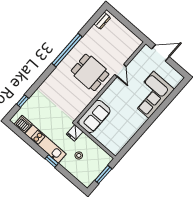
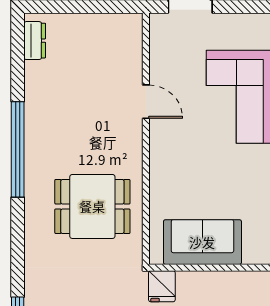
dining table: (90, 72) -> (92, 206), moved
sofa: (94, 116) -> (202, 242), moved, turned -90

